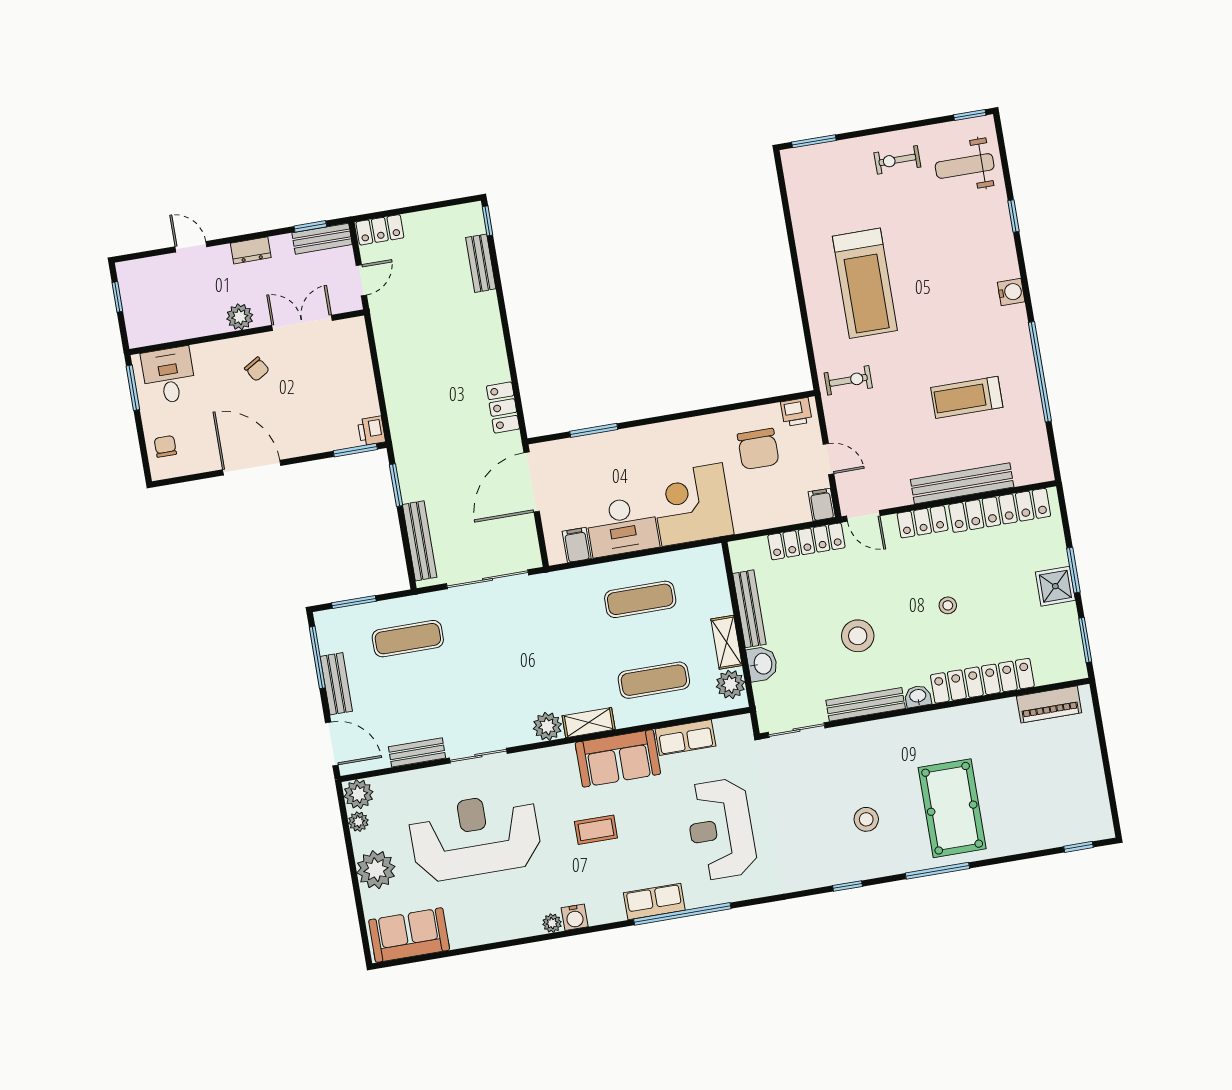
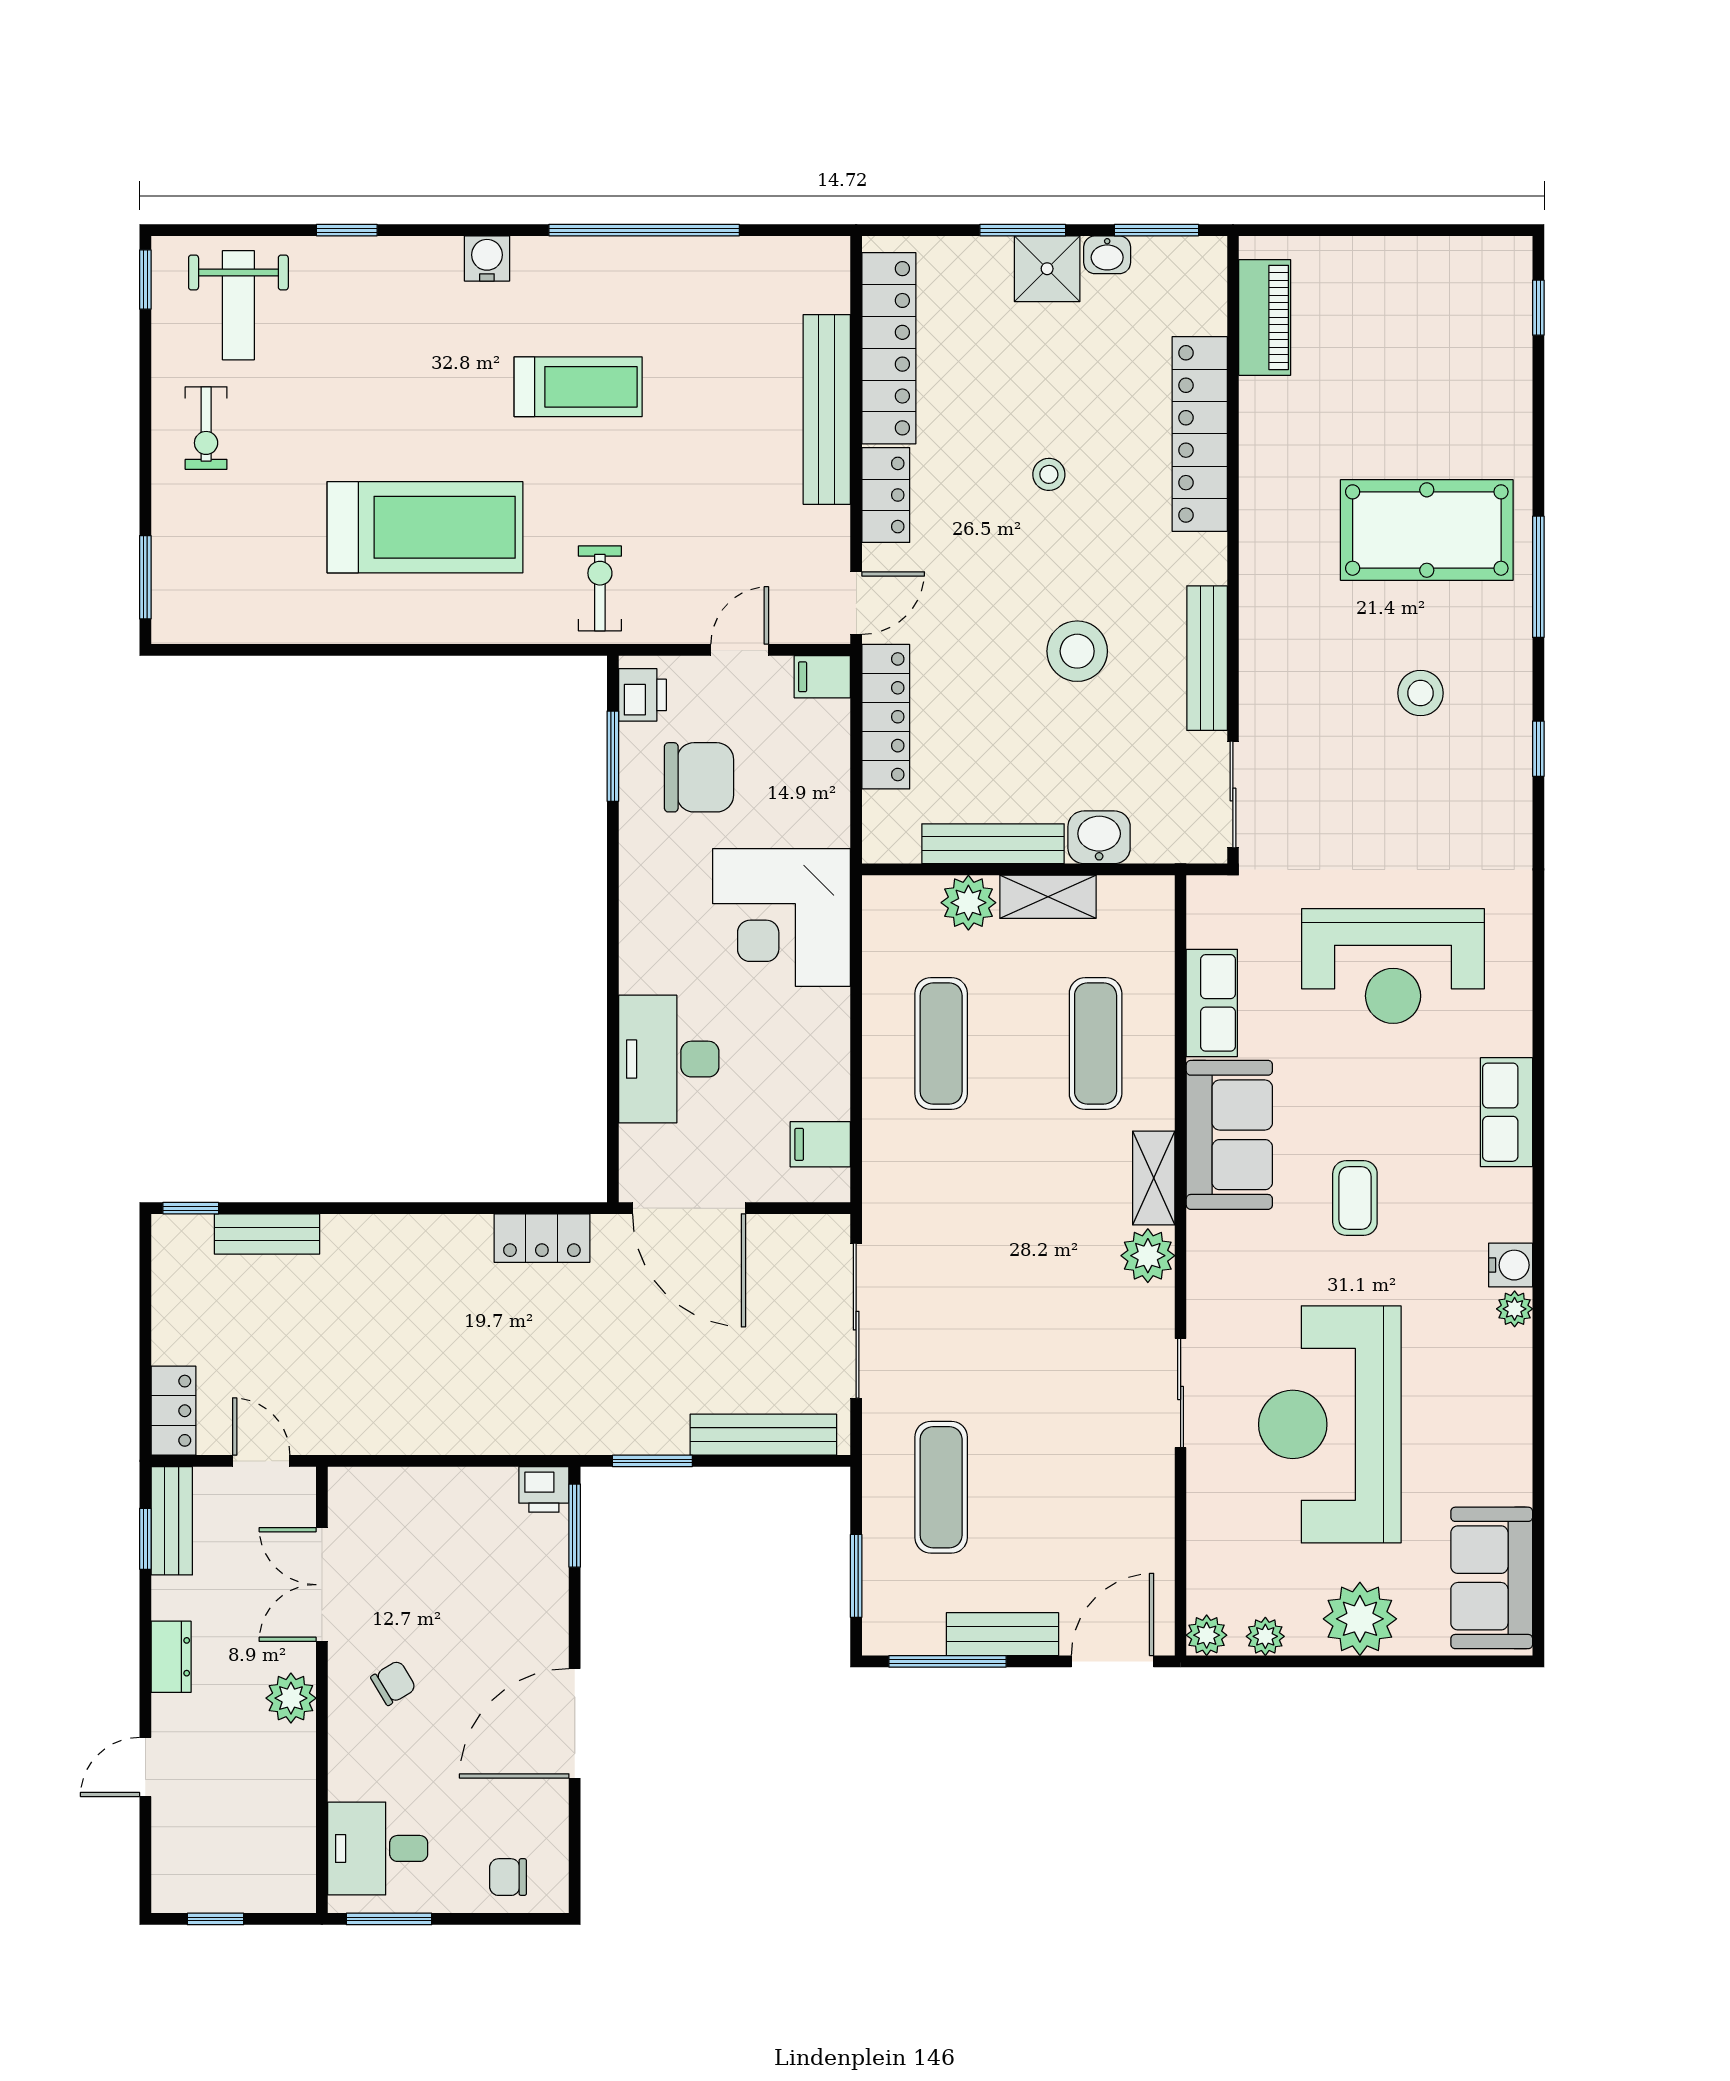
treadmill: (967, 397) -> (578, 387), moved, turned -90
window: (594, 430) -> (613, 756), moved
desk: (622, 526) -> (669, 1059), moved, turned 180
plant: (730, 684) -> (968, 903), moved
washbasin: (918, 696) -> (1107, 255), moved, turned -90
bench: (417, 752) -> (1155, 1506), removed
plant: (358, 794) -> (1207, 1635), width x0.73, depth x0.73
window: (682, 914) -> (1538, 1064), removed

